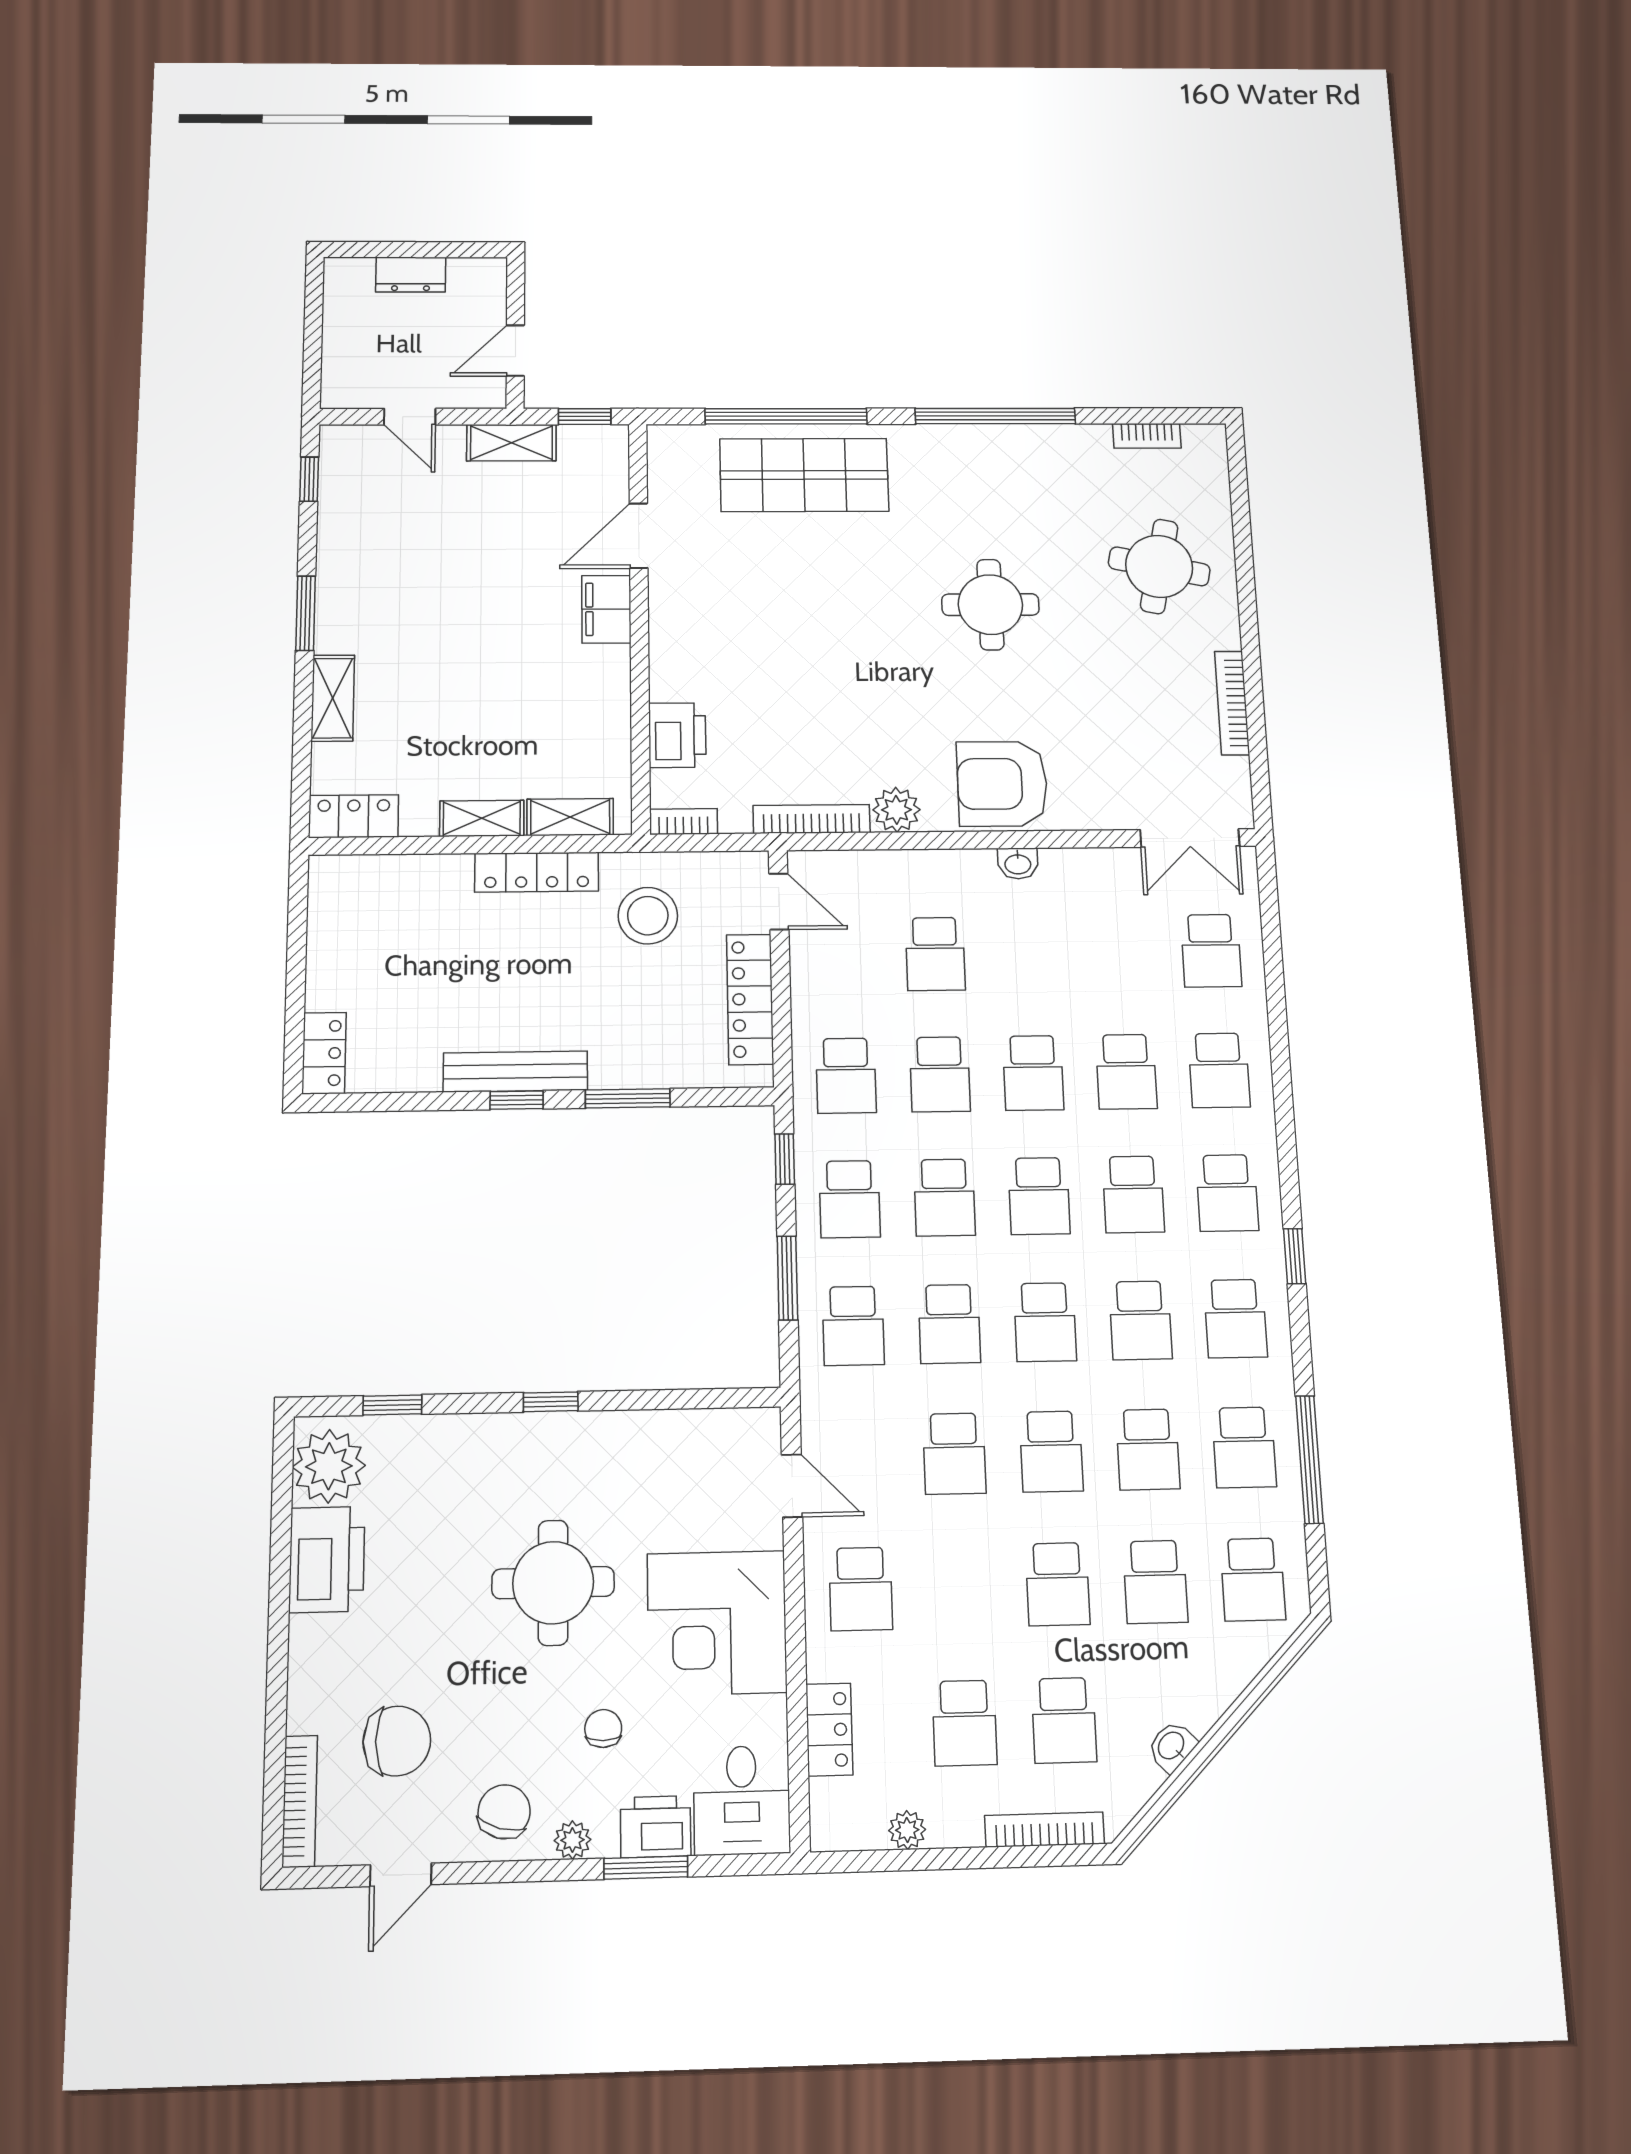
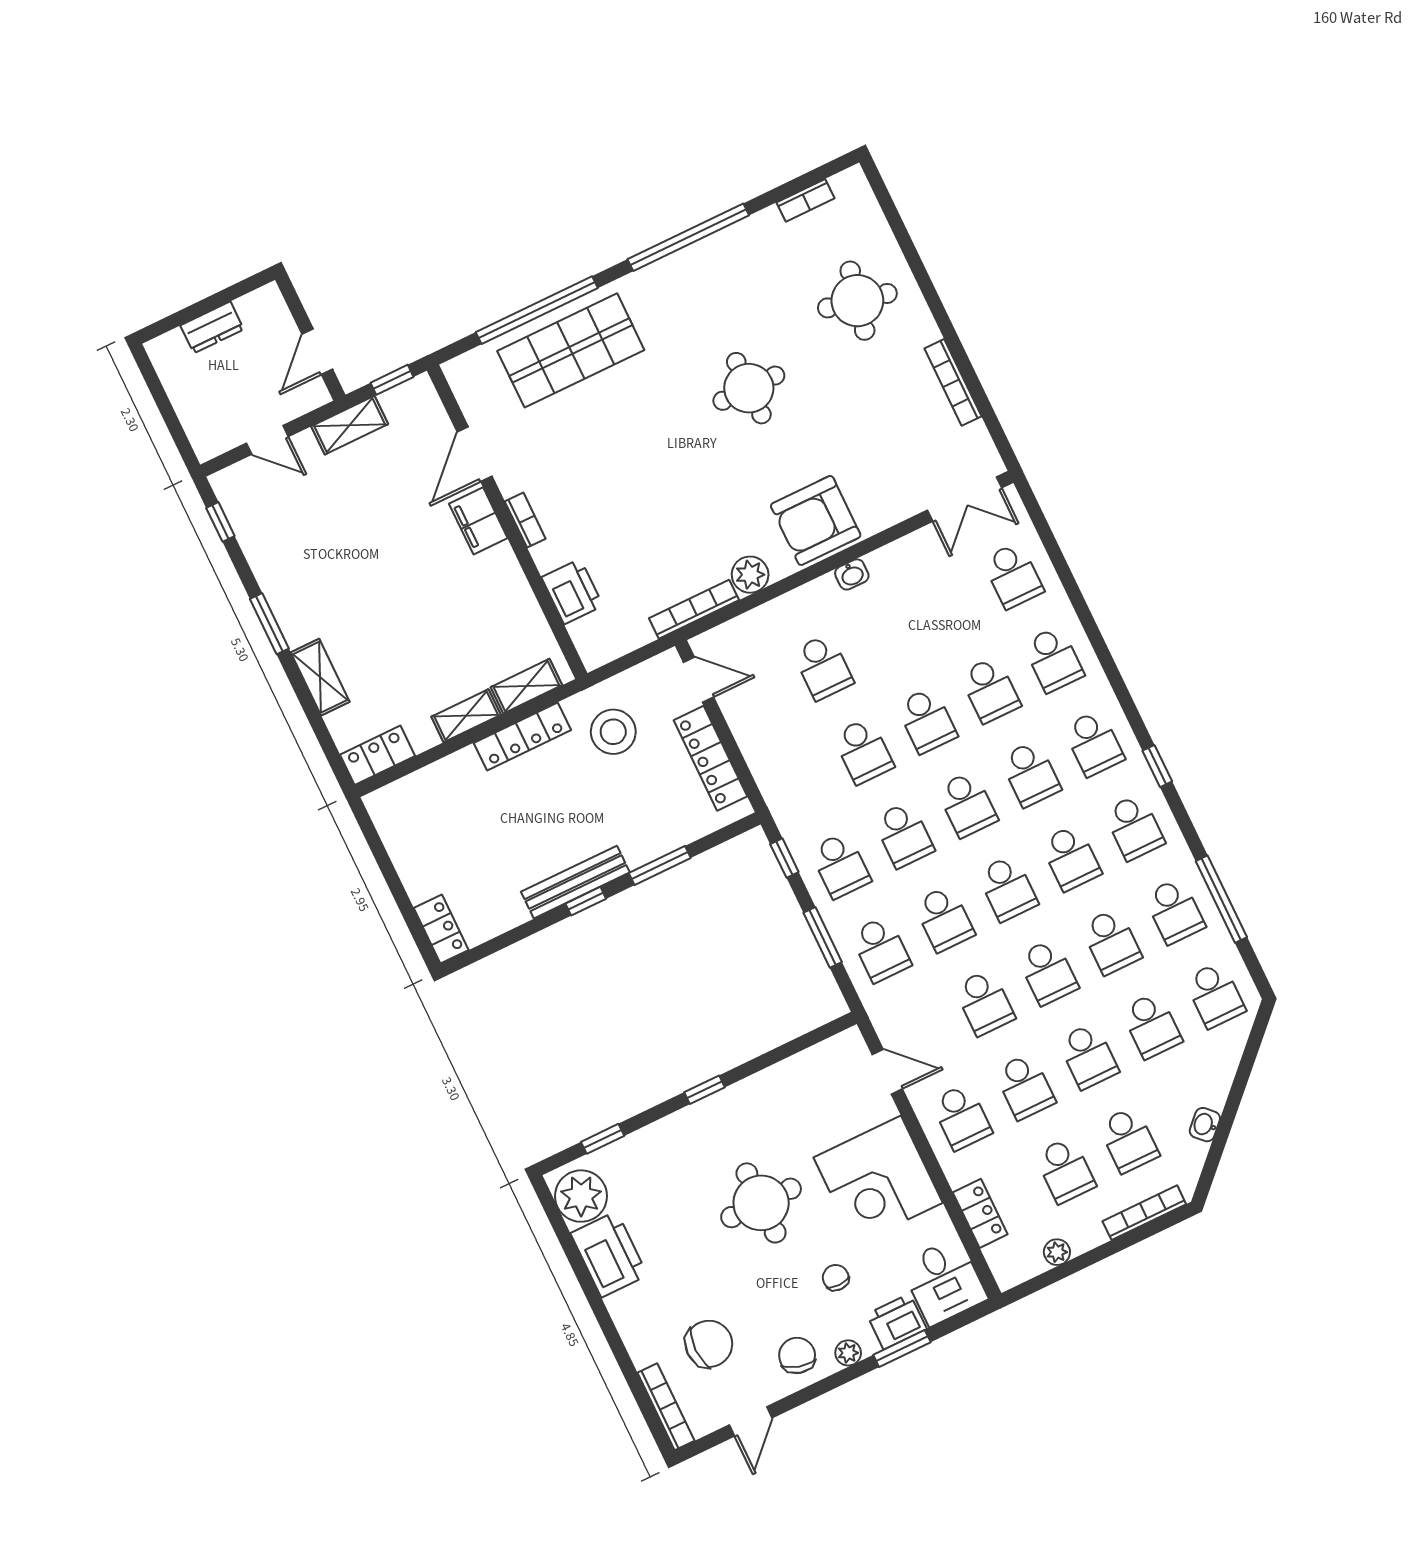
bookcase: (684, 822) -> (525, 520), moved, turned 90
school desk: (846, 1076) -> (1025, 1086), moved

